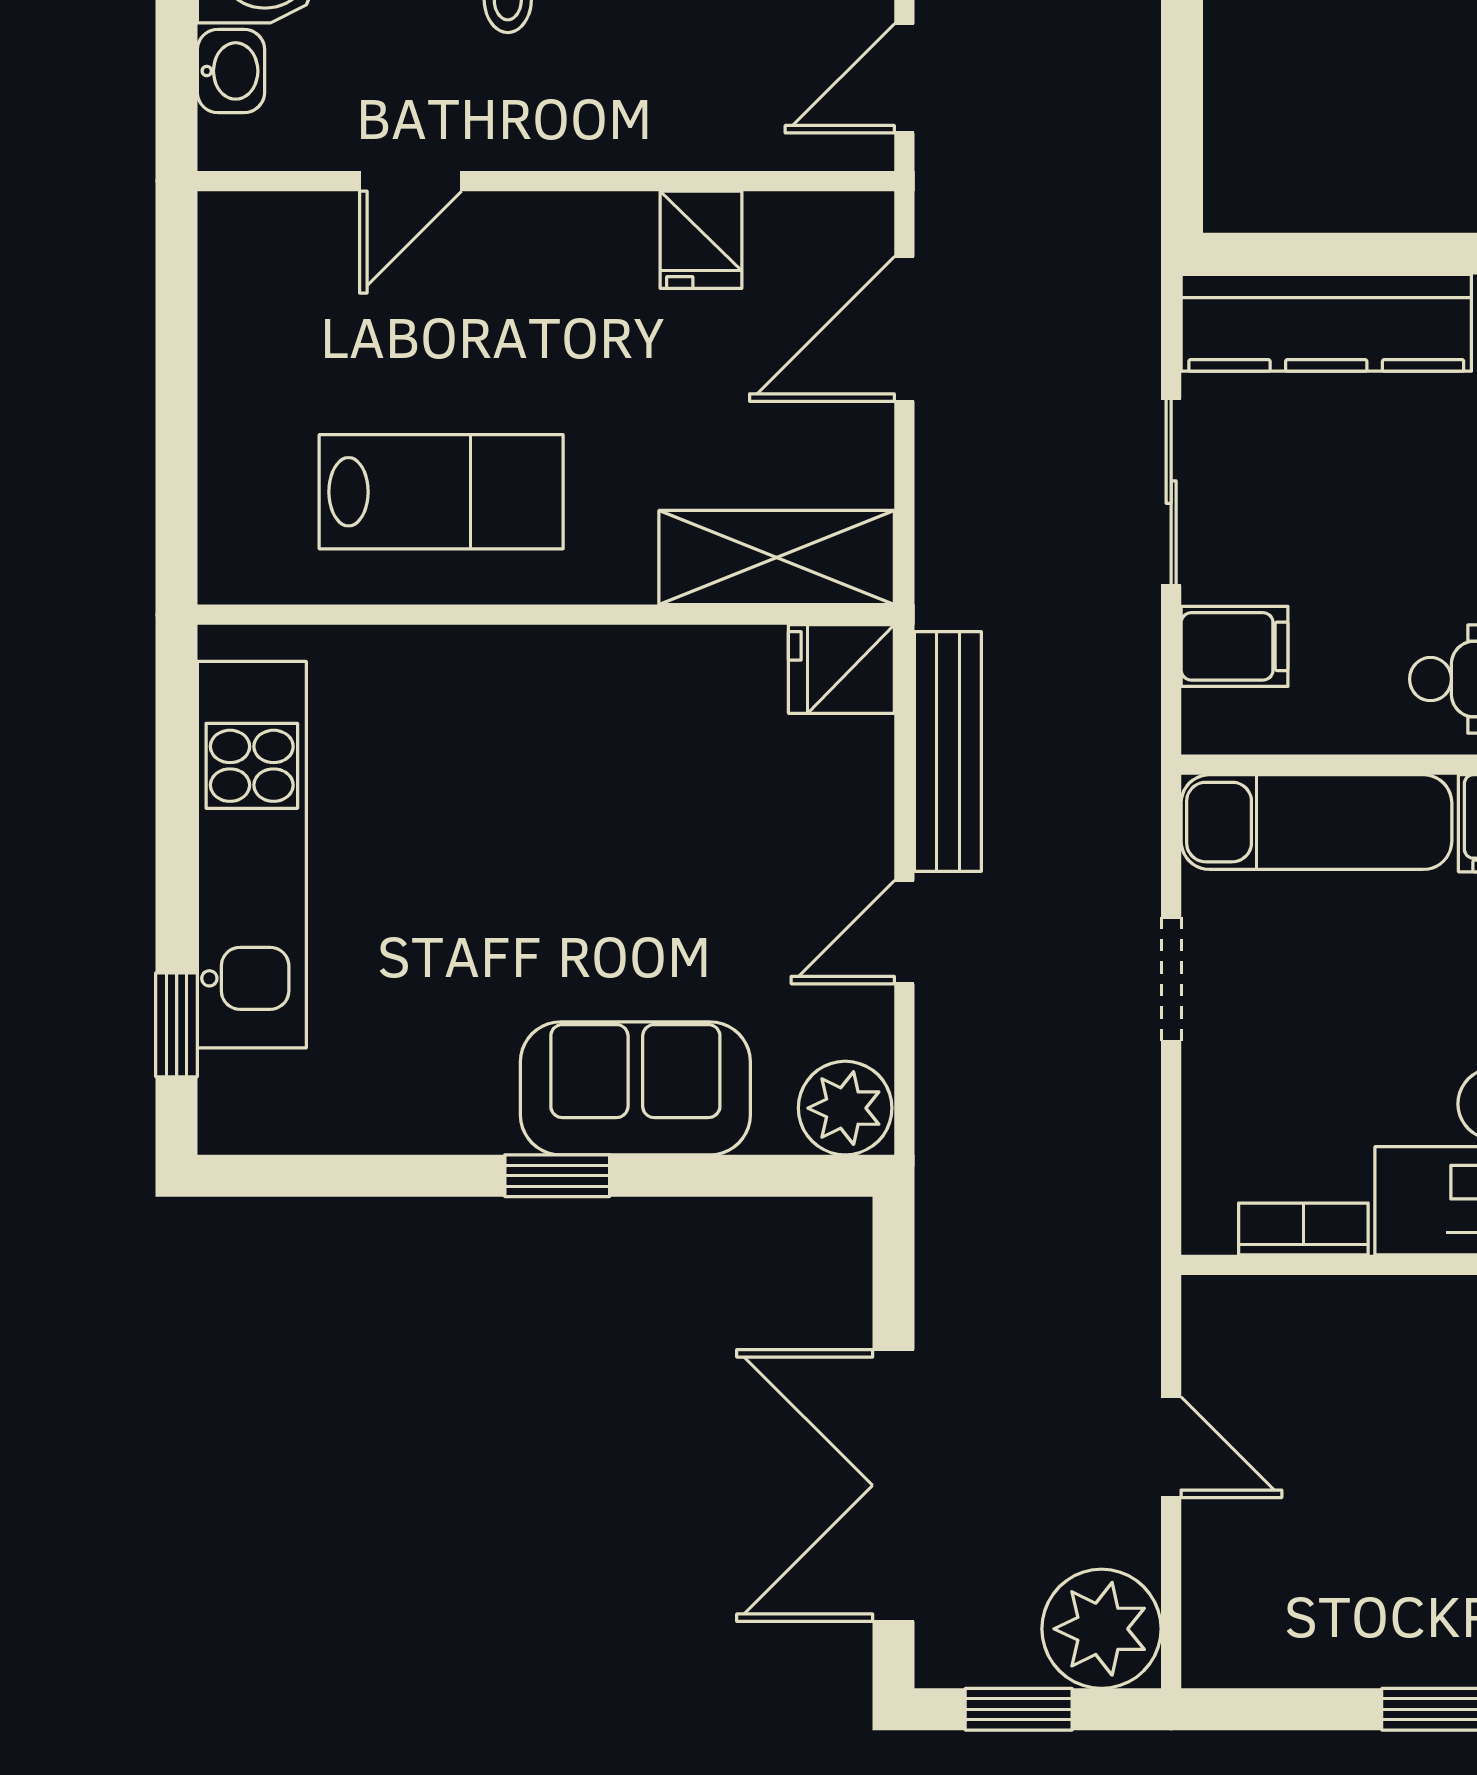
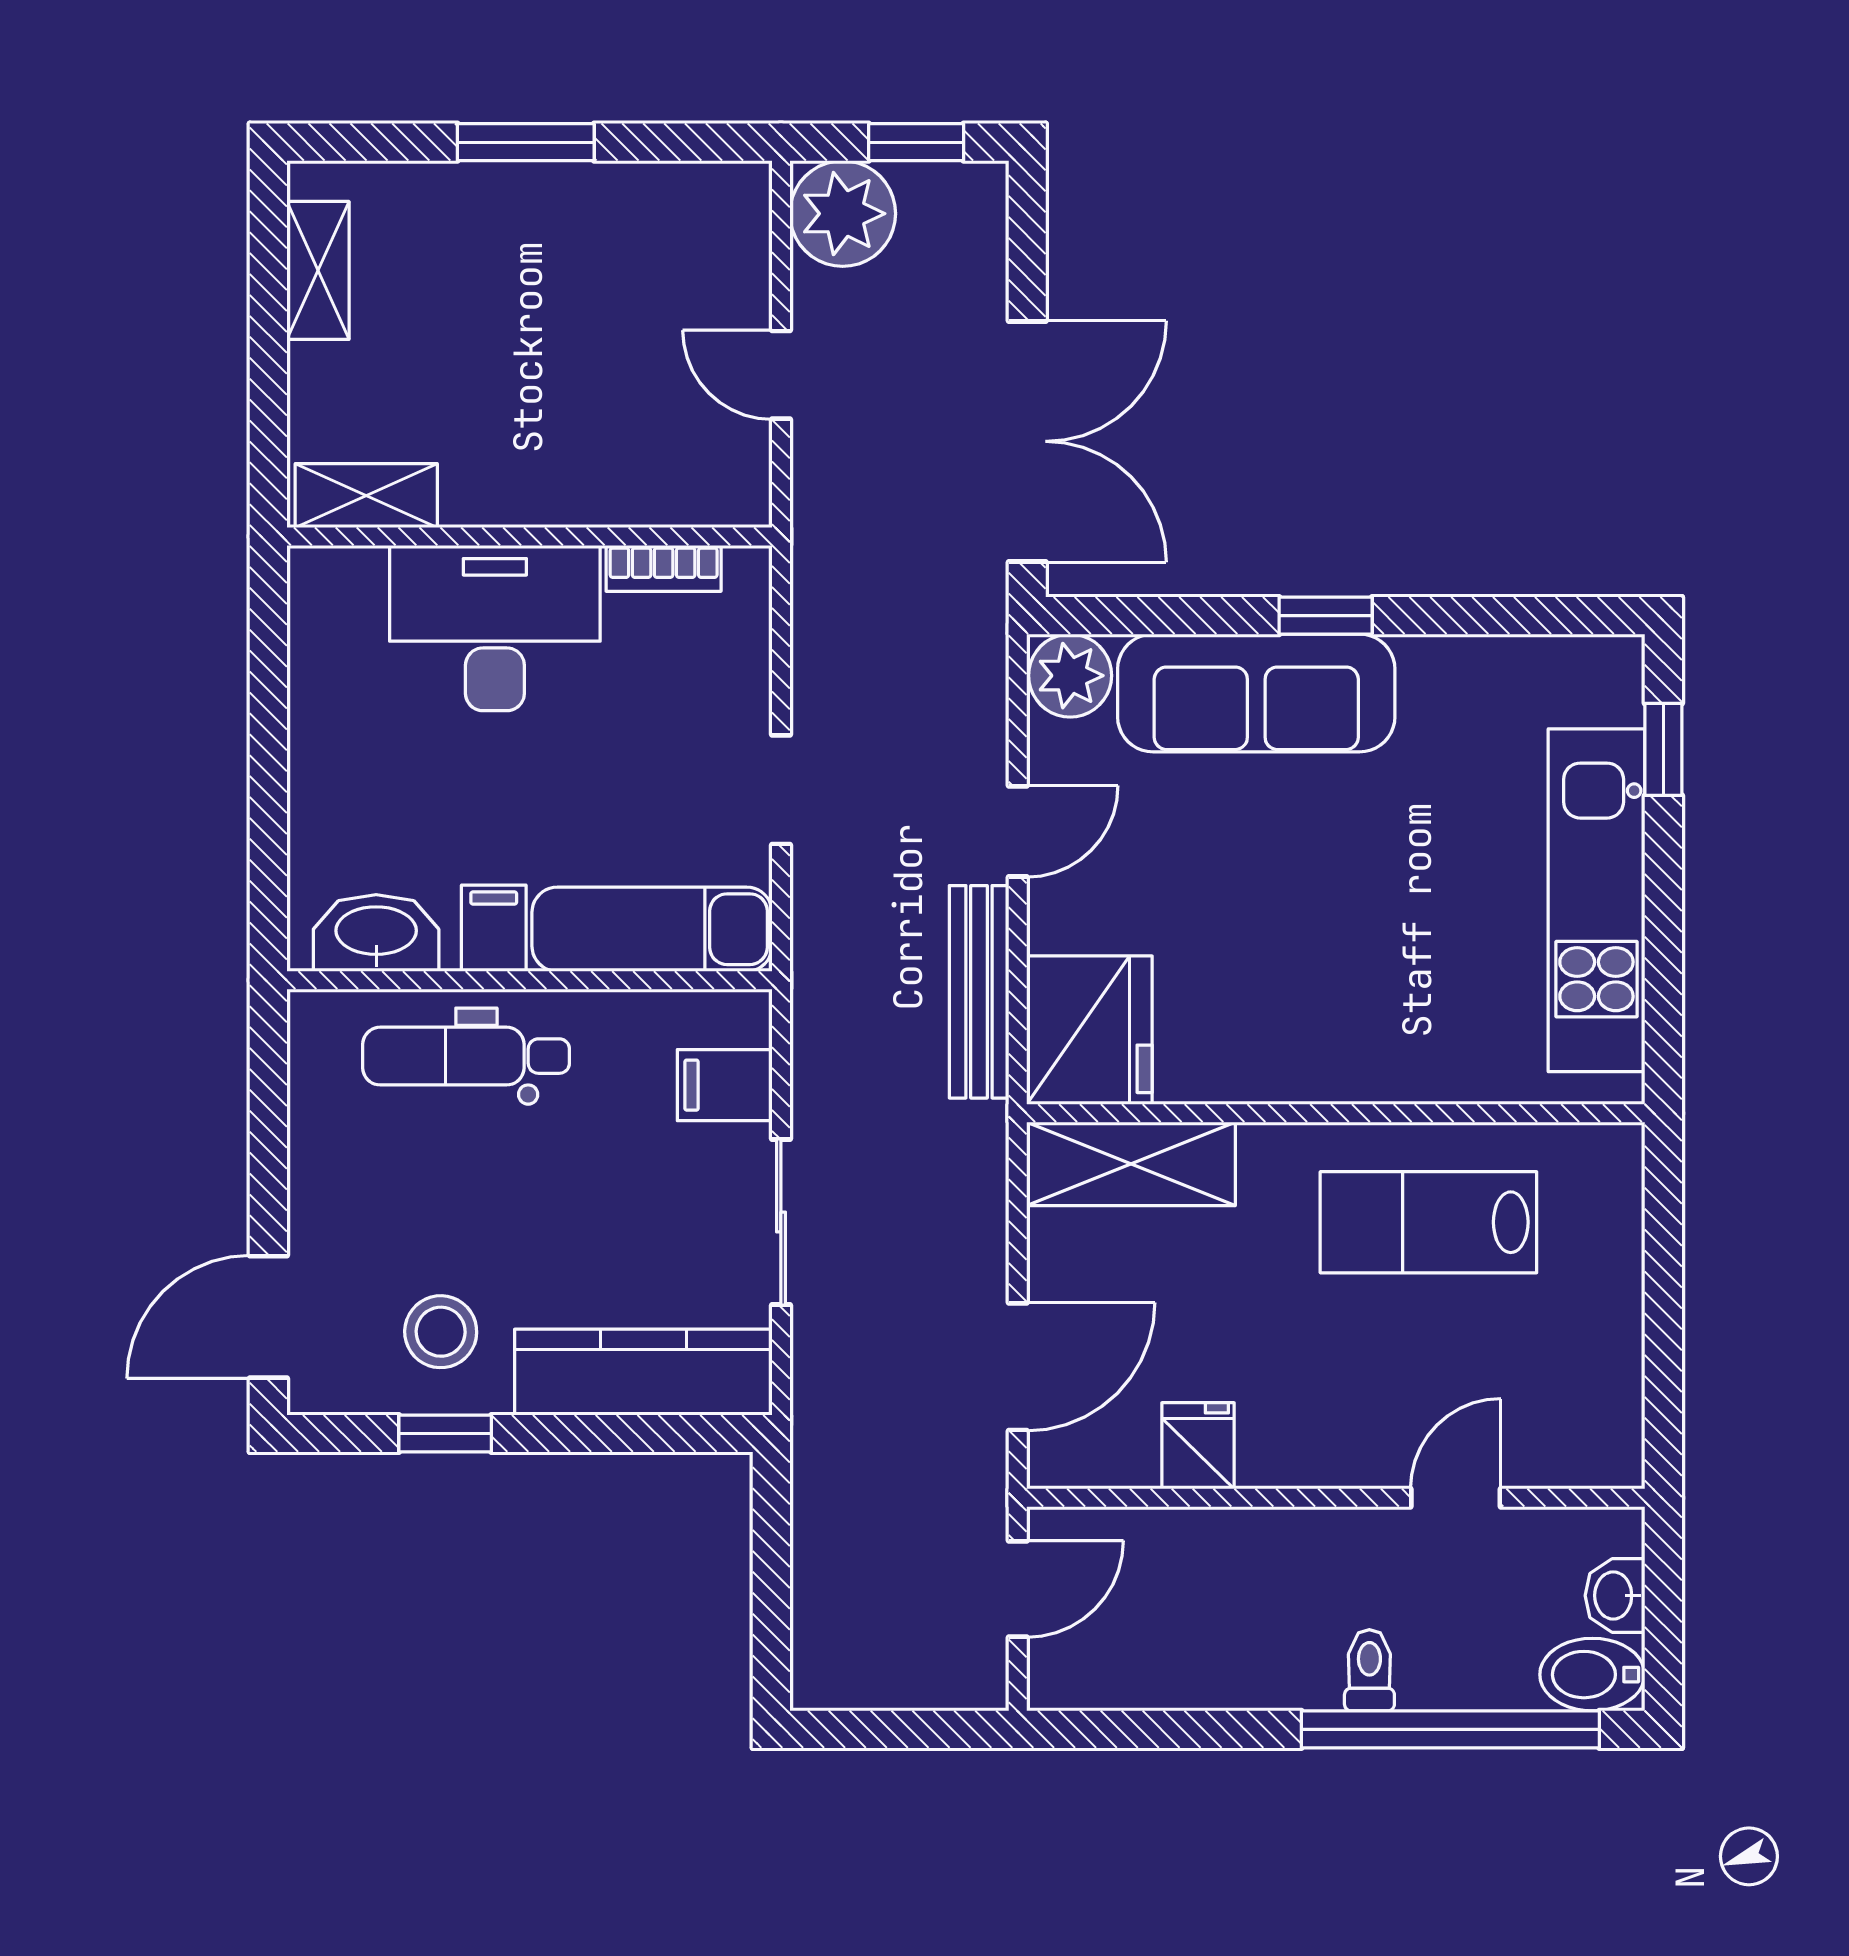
fridge: (841, 669) -> (1089, 1030), width x1.88, depth x1.34
sofa: (635, 1088) -> (1256, 693), width x1.36
double door: (893, 1485) -> (1027, 441), moved

